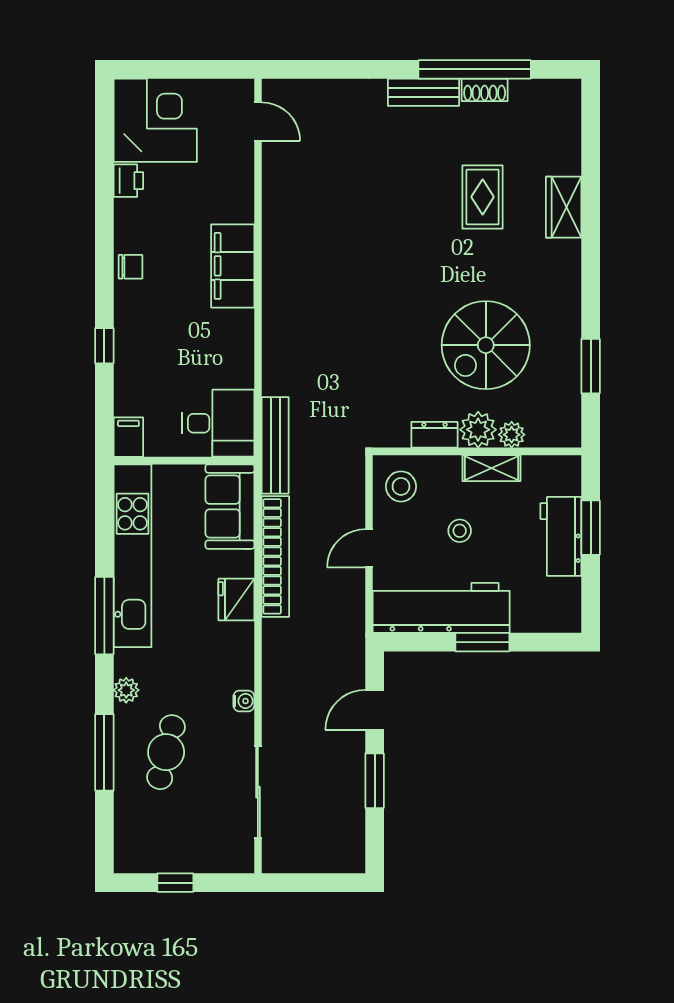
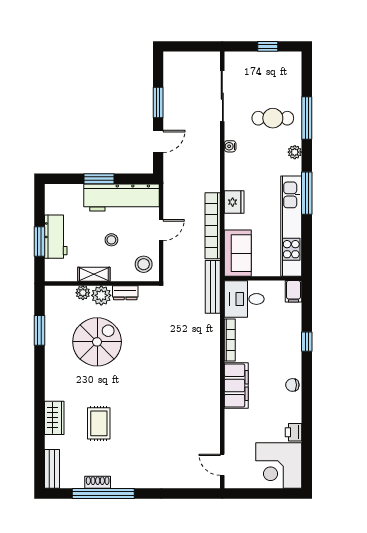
bench: (424, 92) -> (52, 469), moved, turned 90
bookcase: (244, 349) -> (230, 340), added
cafe table: (166, 752) -> (273, 118), turned 76

